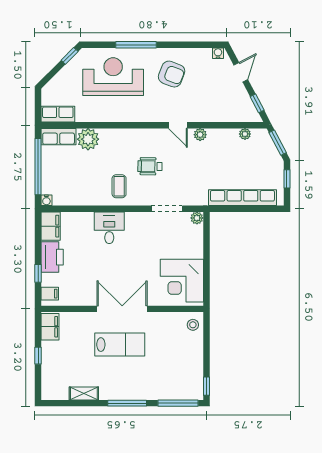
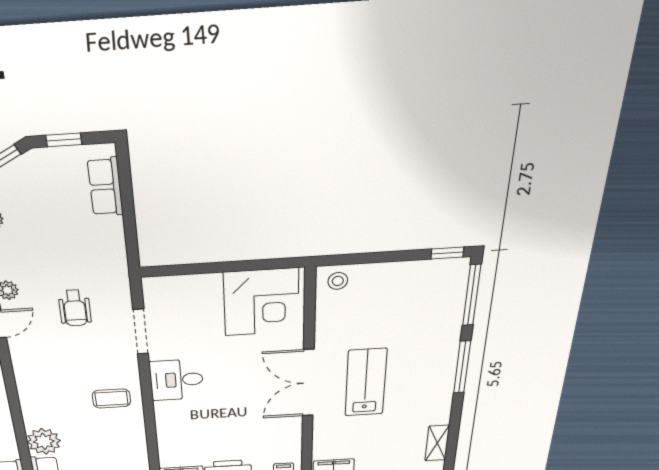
wheelchair: (150, 166) -> (75, 308), moved
row of seats: (242, 198) -> (105, 187), width x0.50
plant: (197, 218) -> (152, 286), removed
desk: (109, 228) -> (177, 380), moved
shelving: (84, 393) -> (437, 443), moved

